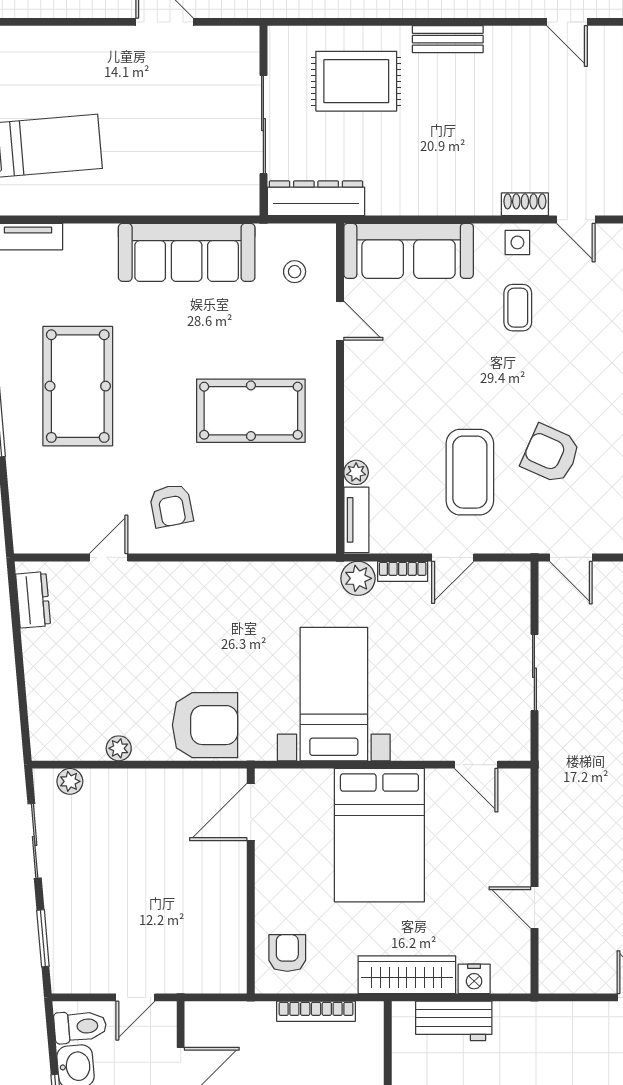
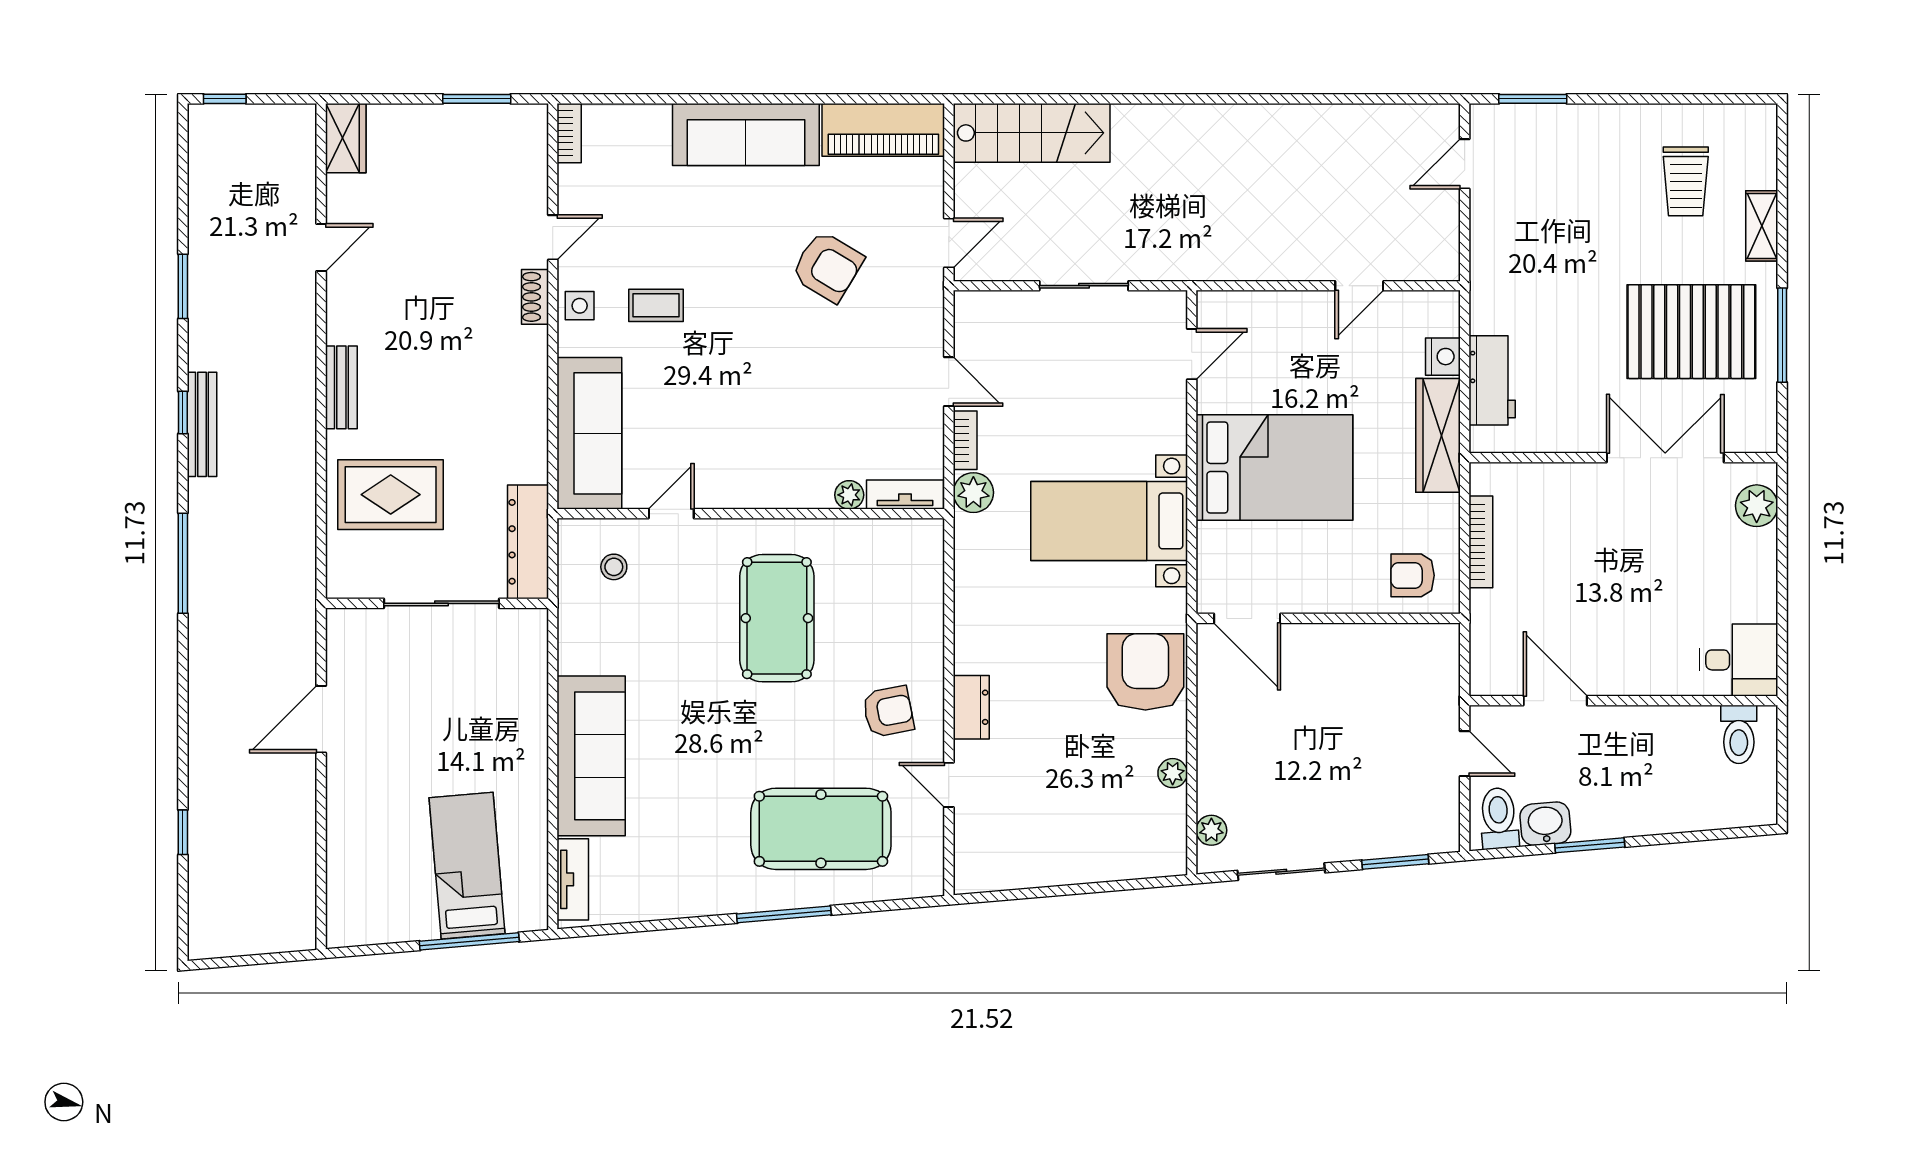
rug: (356, 81) -> (391, 495), turned 90
sofa: (187, 252) -> (591, 756), moved
pool table: (78, 386) -> (821, 829), moved
armchair: (551, 454) -> (827, 267), turned -83
coffee table: (470, 472) -> (849, 361), removed
dresser: (33, 600) -> (971, 707), moved, turned 95

